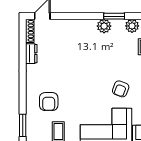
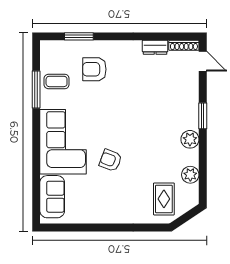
window: (114, 16) -> (203, 116), moved
window: (23, 125) -> (79, 36), moved

